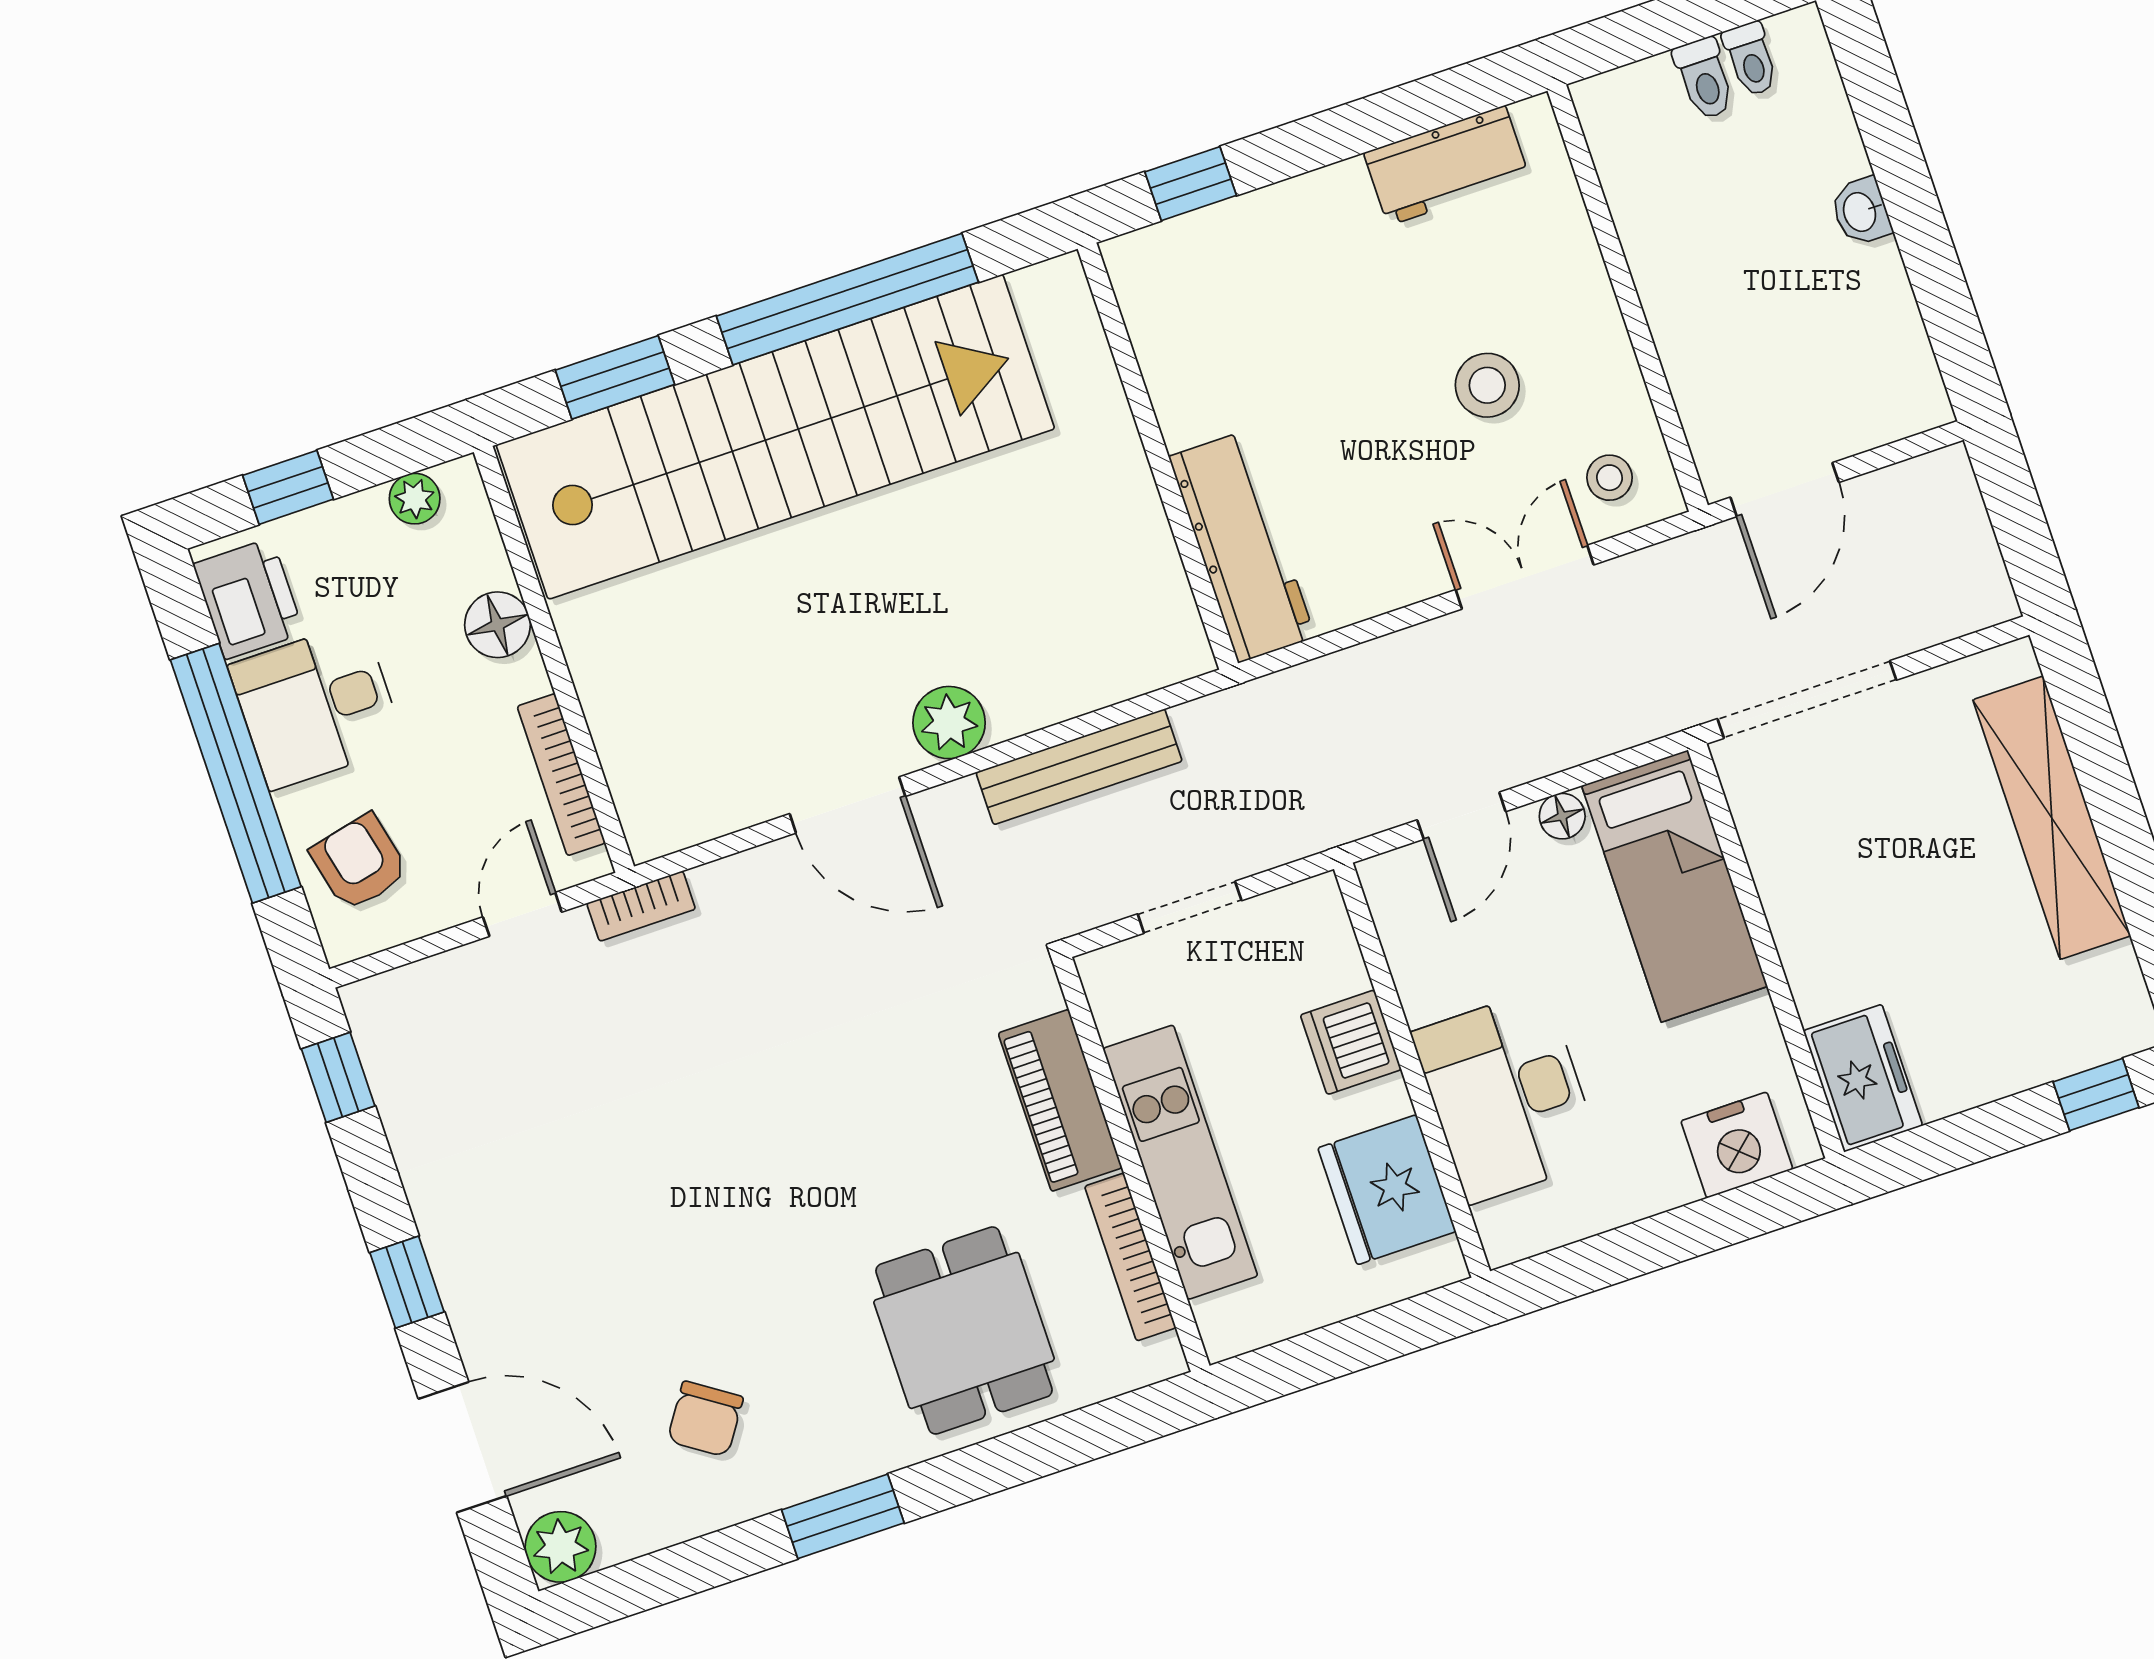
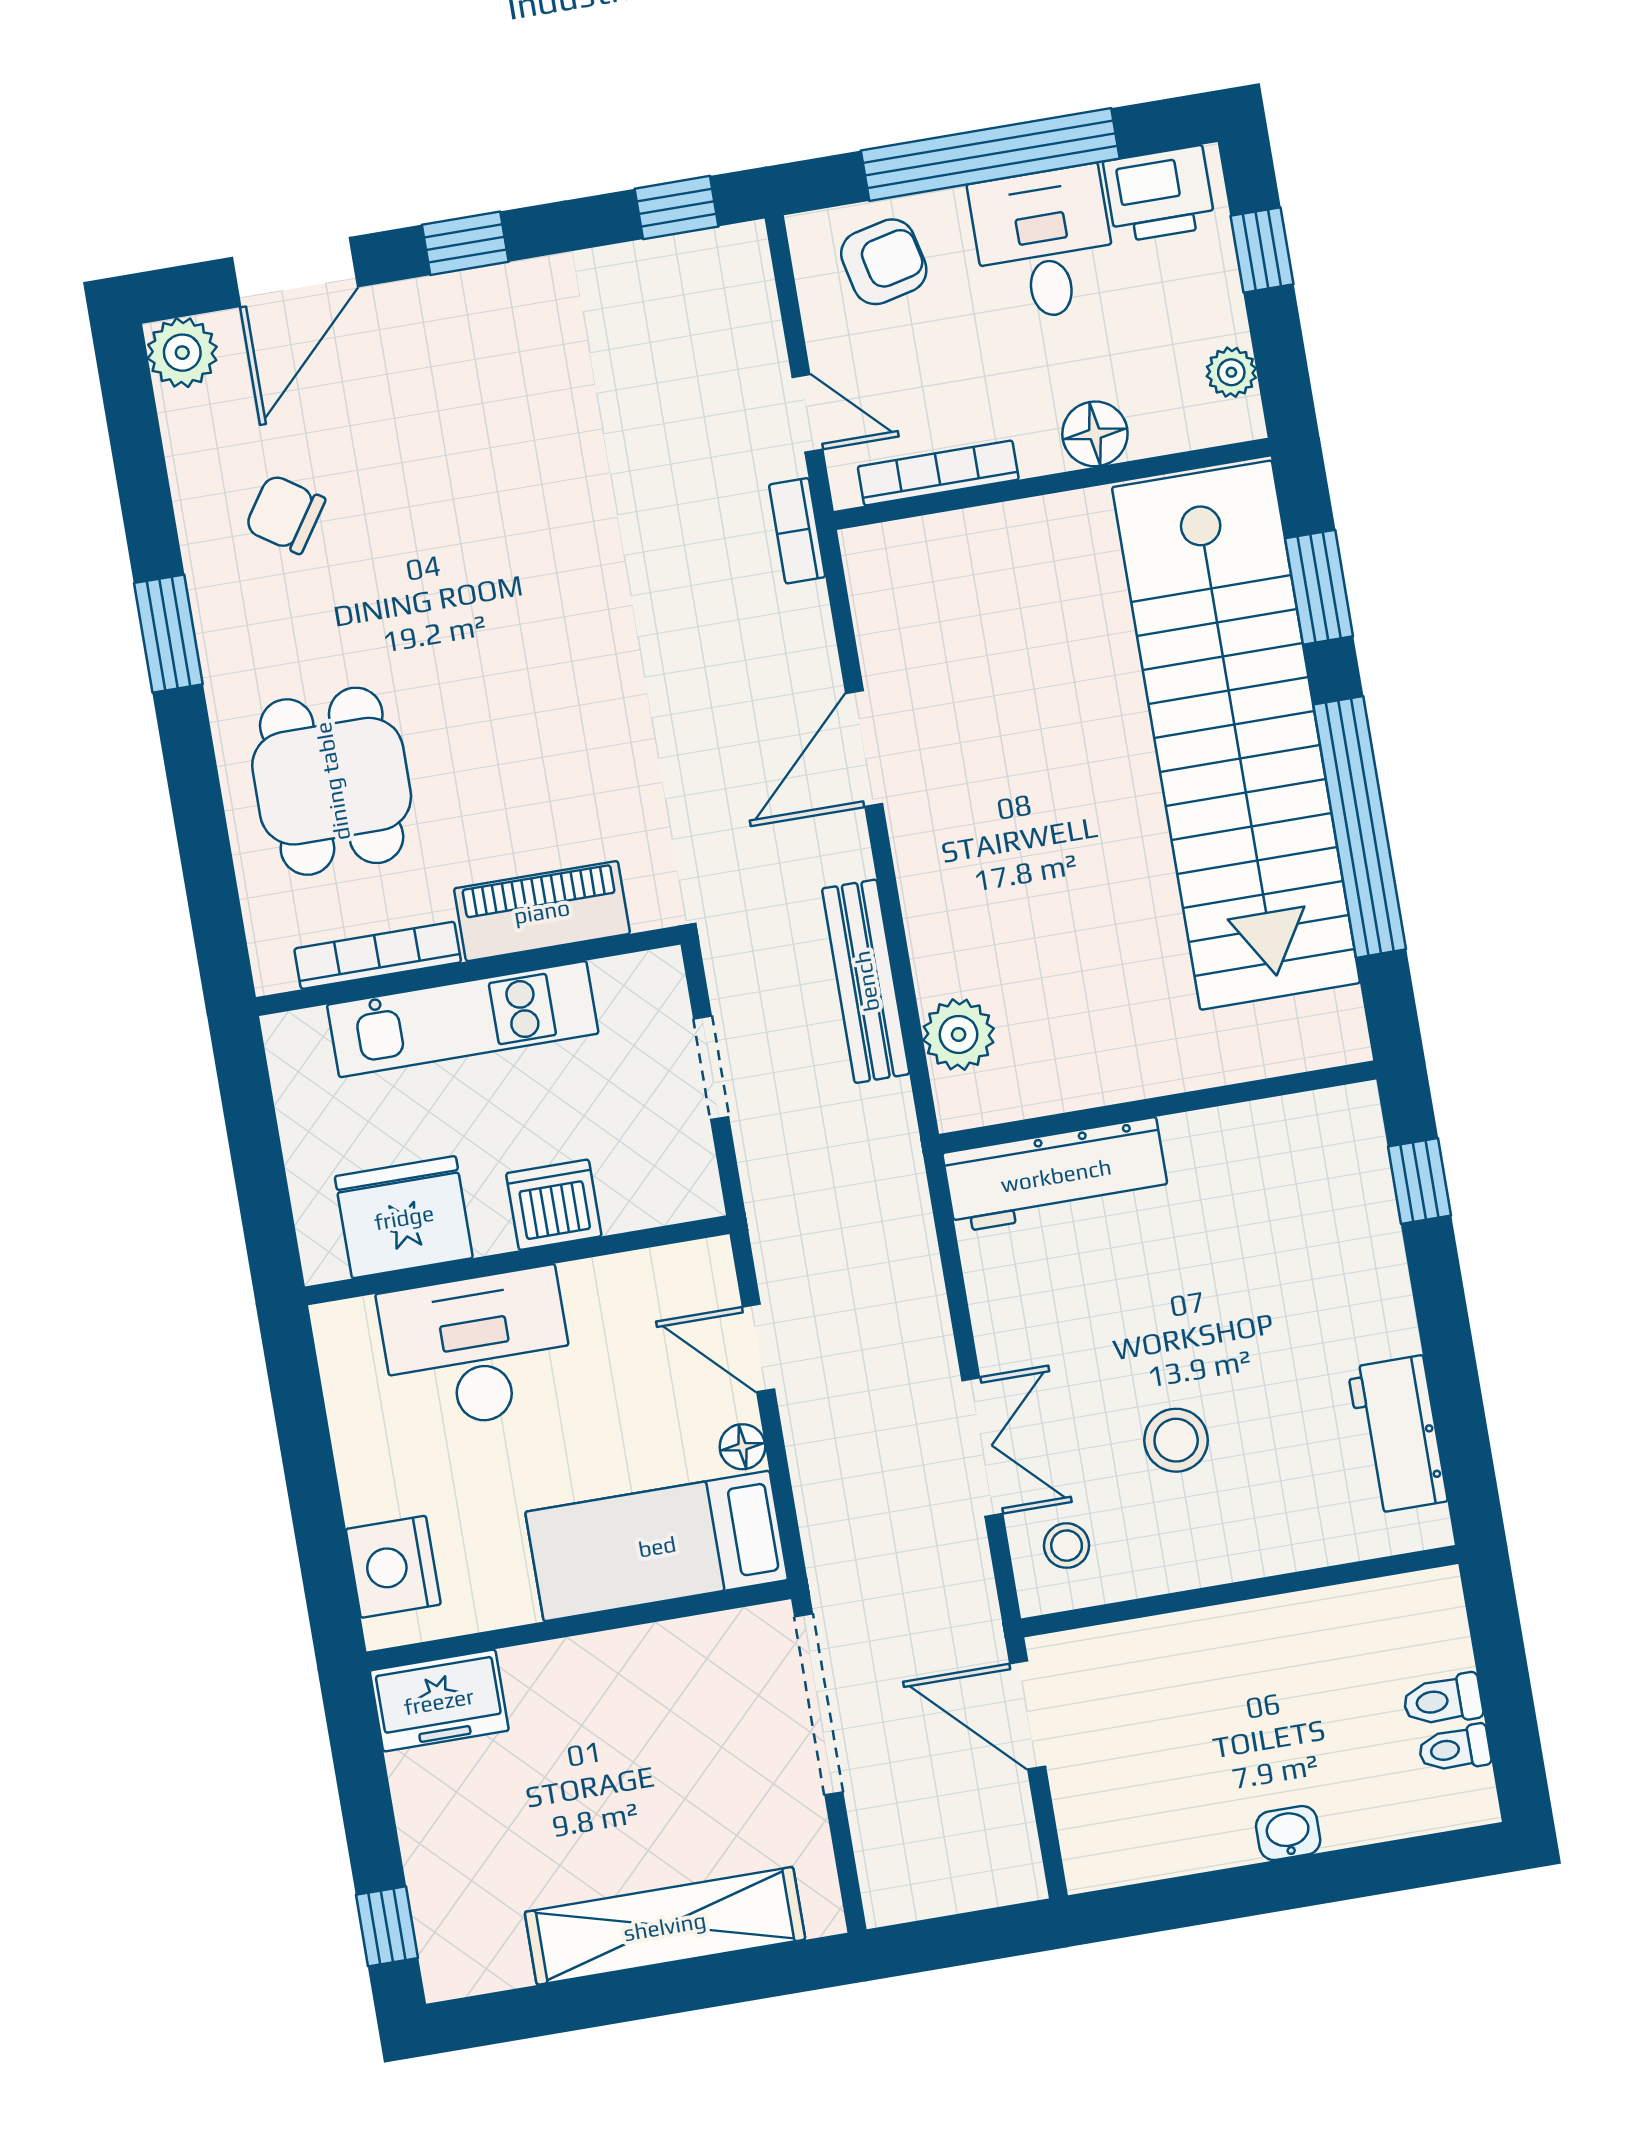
plant: (949, 723) -> (959, 1034), moved
dining table: (964, 1330) -> (332, 781), turned 90

